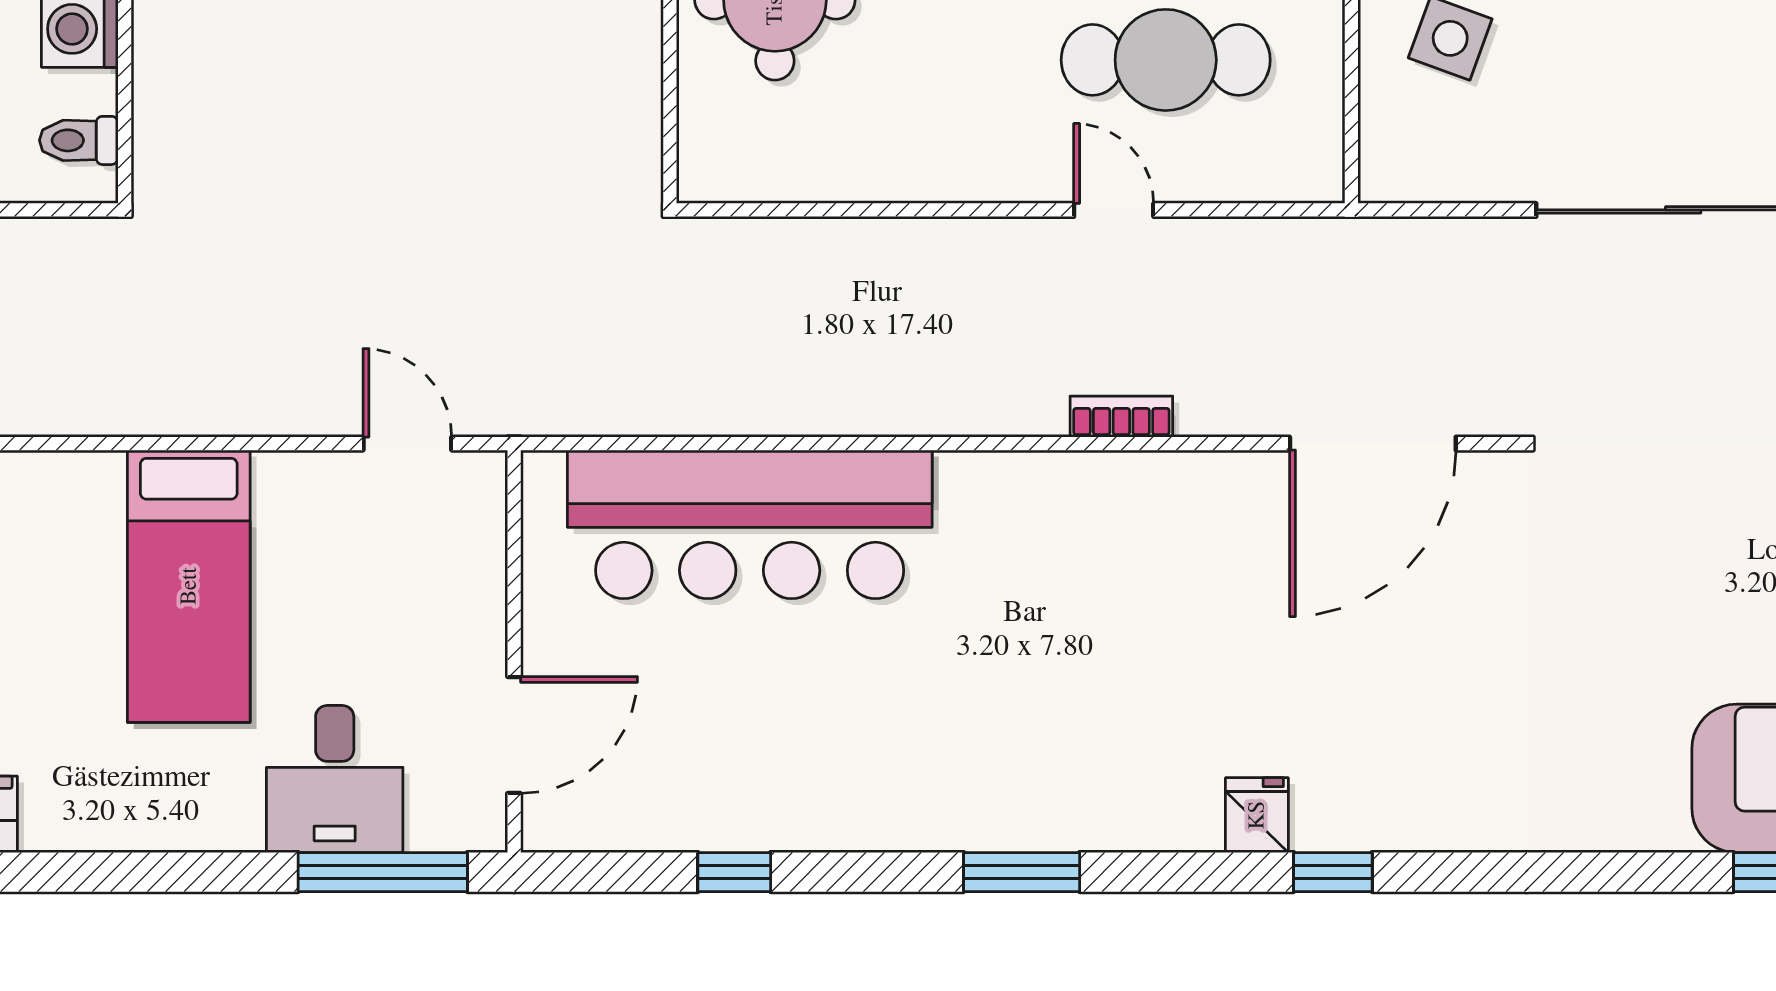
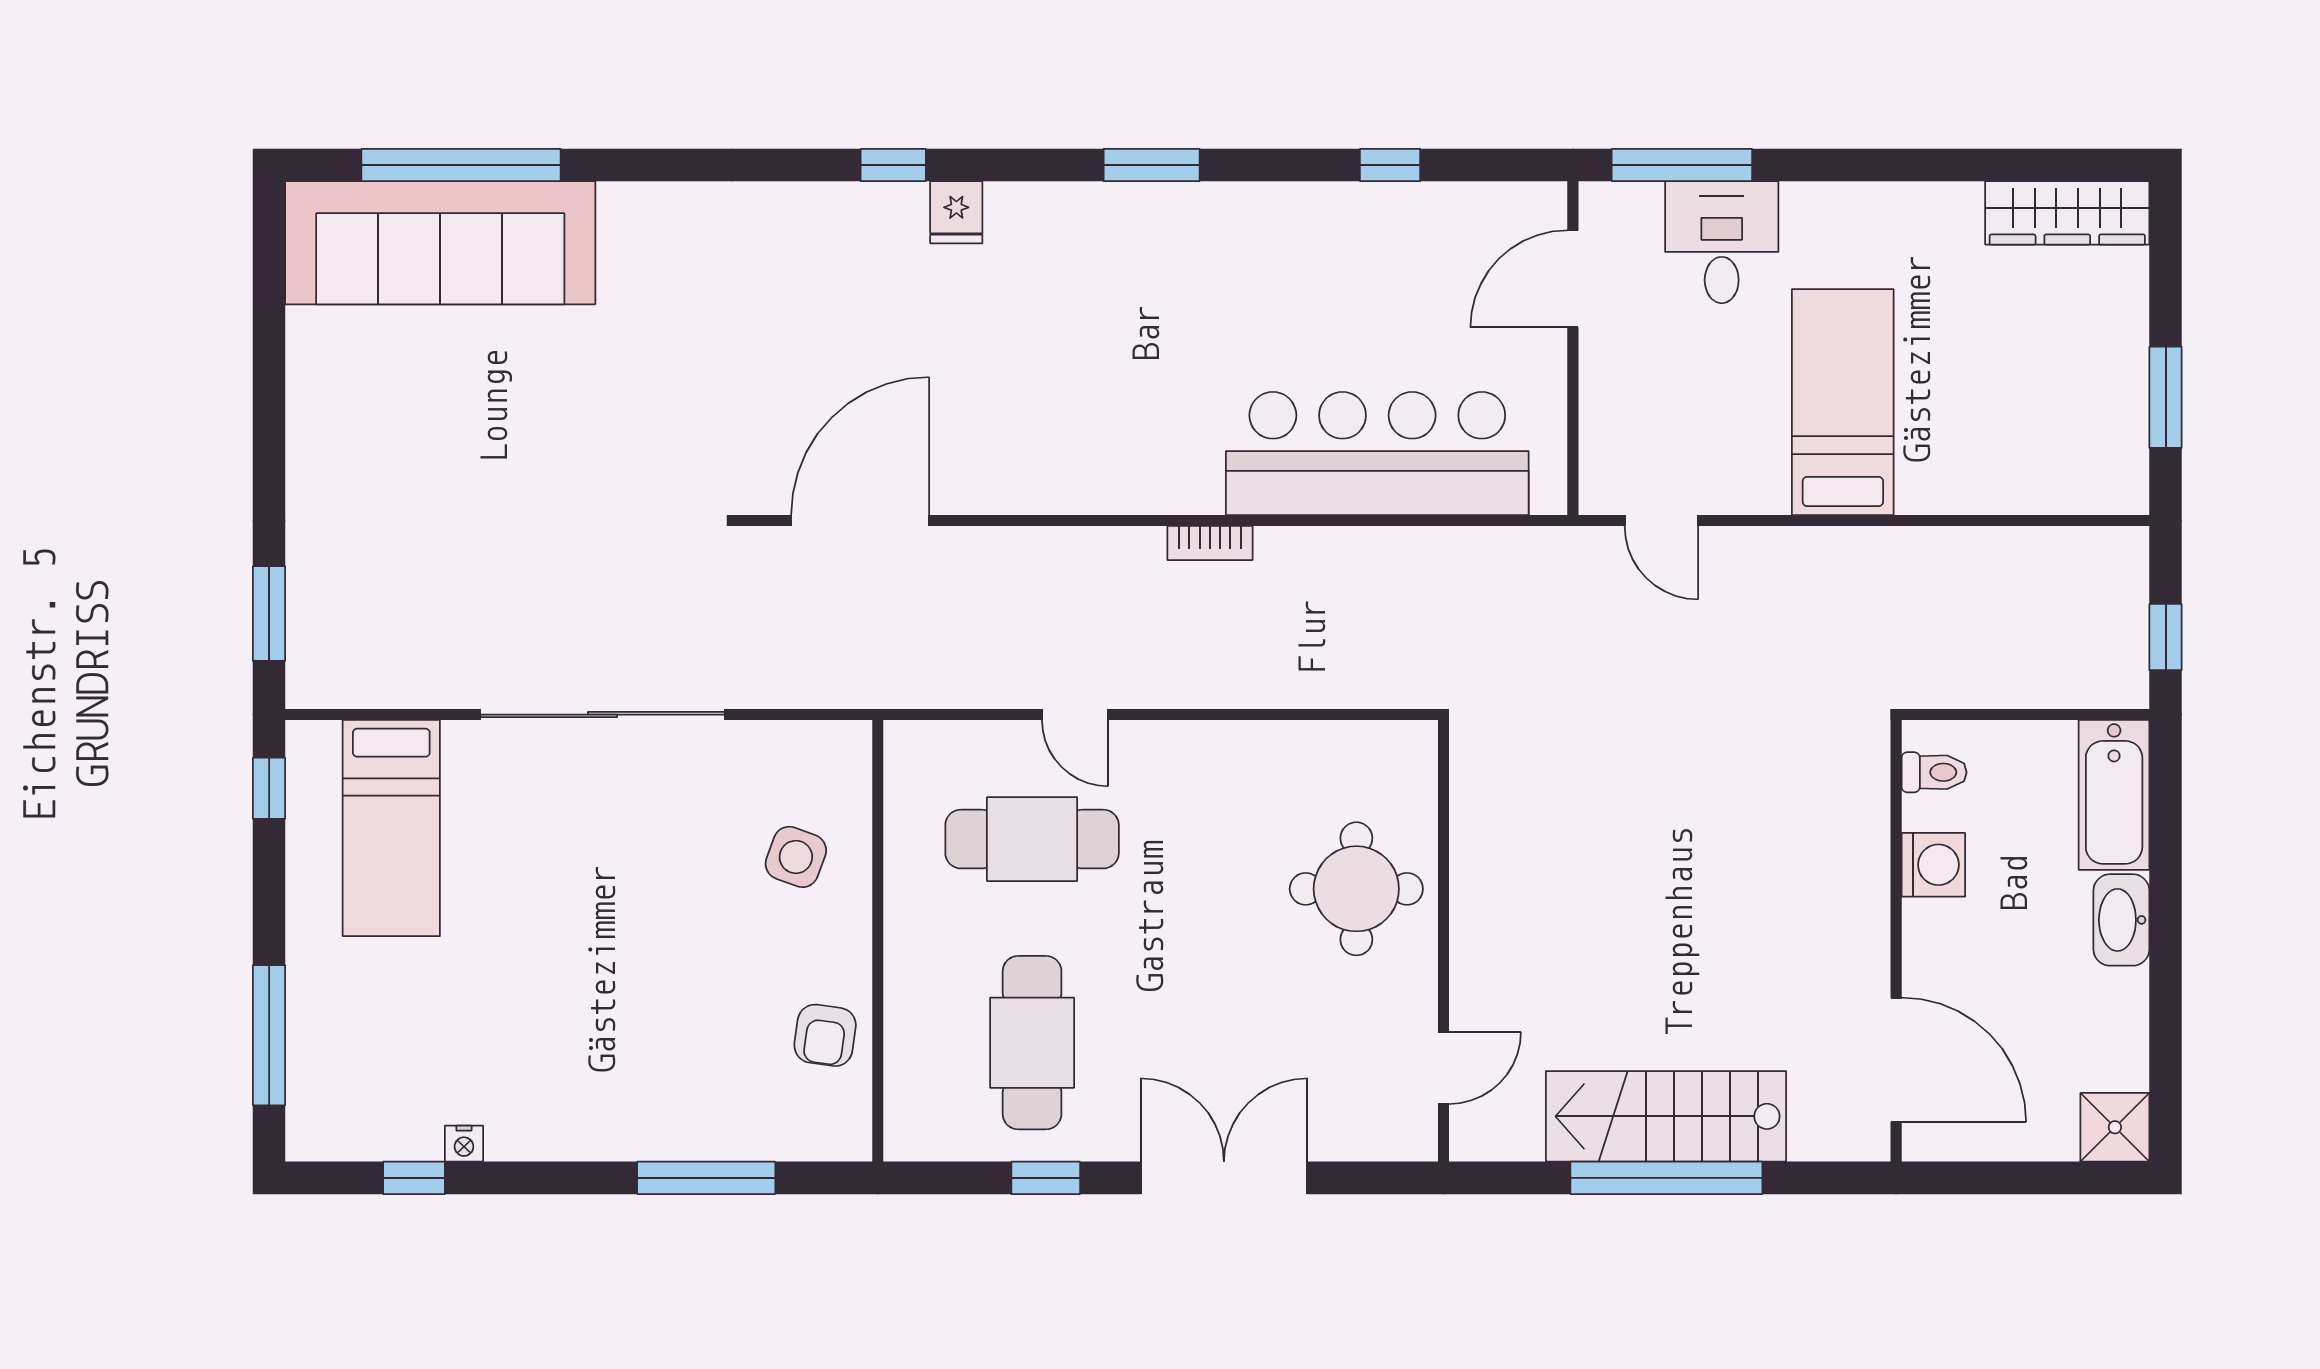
bookcase: (1121, 417) -> (1210, 543), moved

